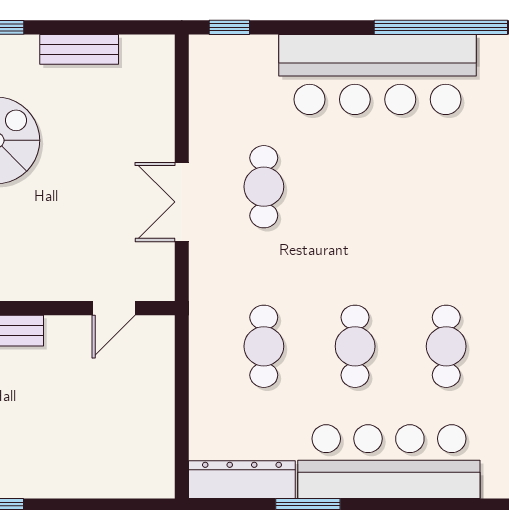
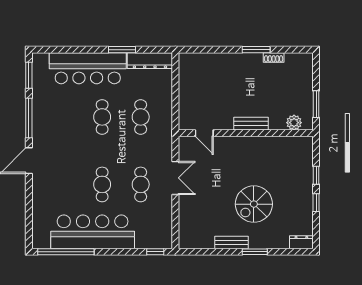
bench: (79, 49) -> (231, 243), moved
door: (114, 308) -> (204, 133), swing flipped
cafe table: (446, 346) -> (102, 184), moved

